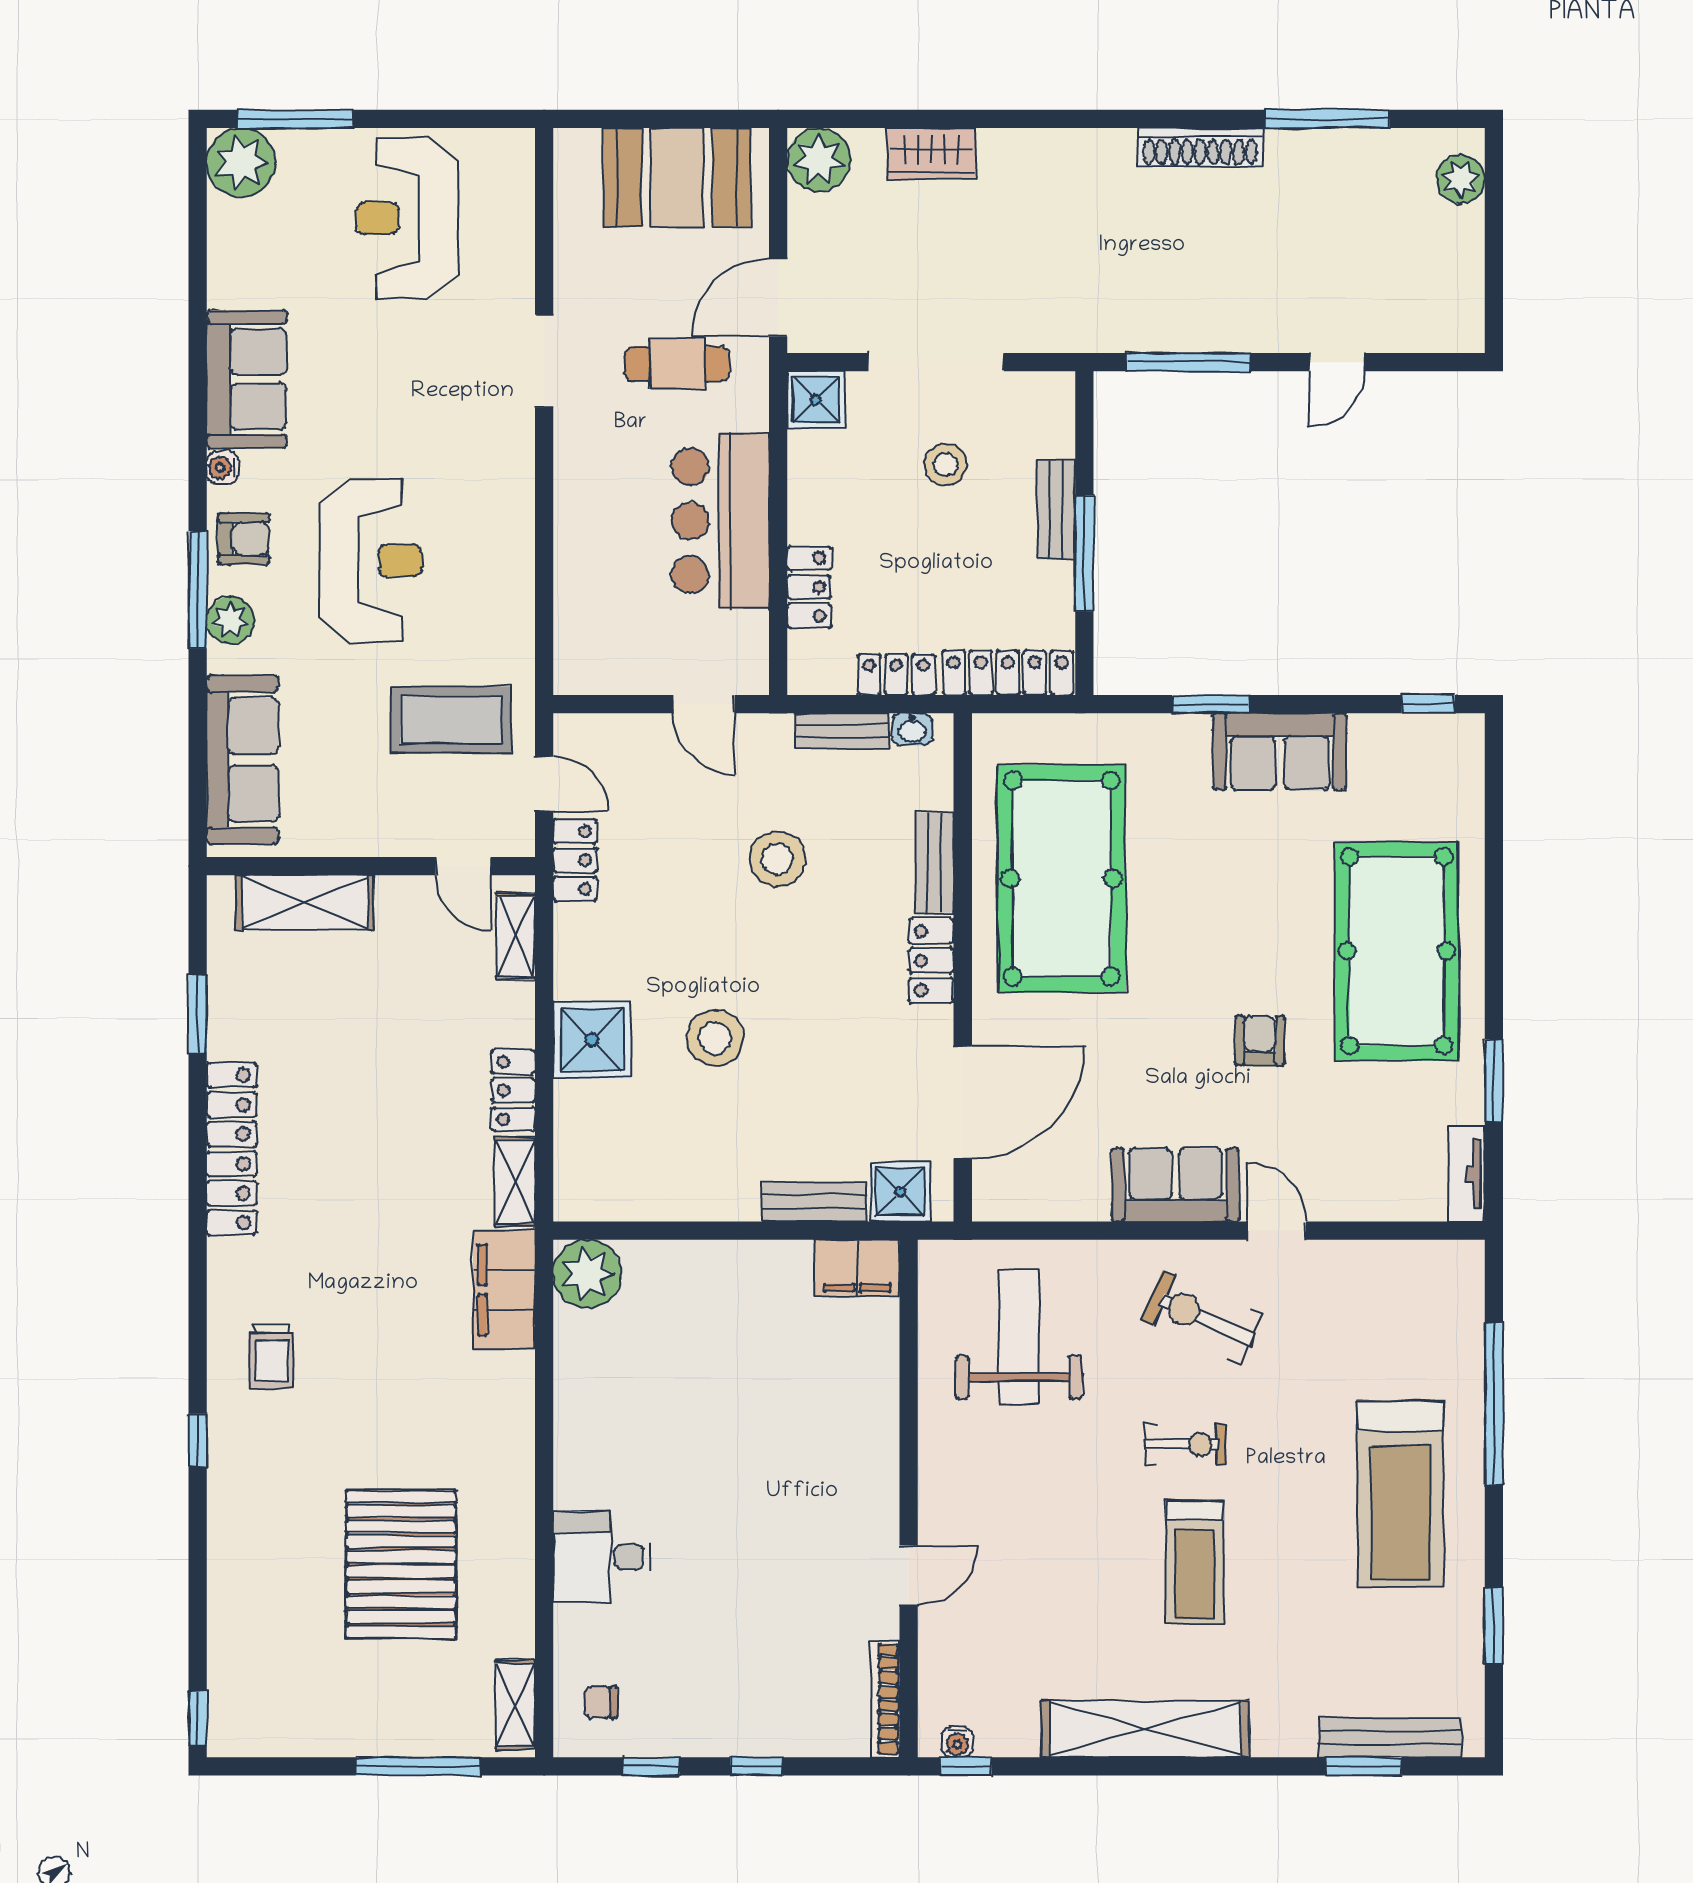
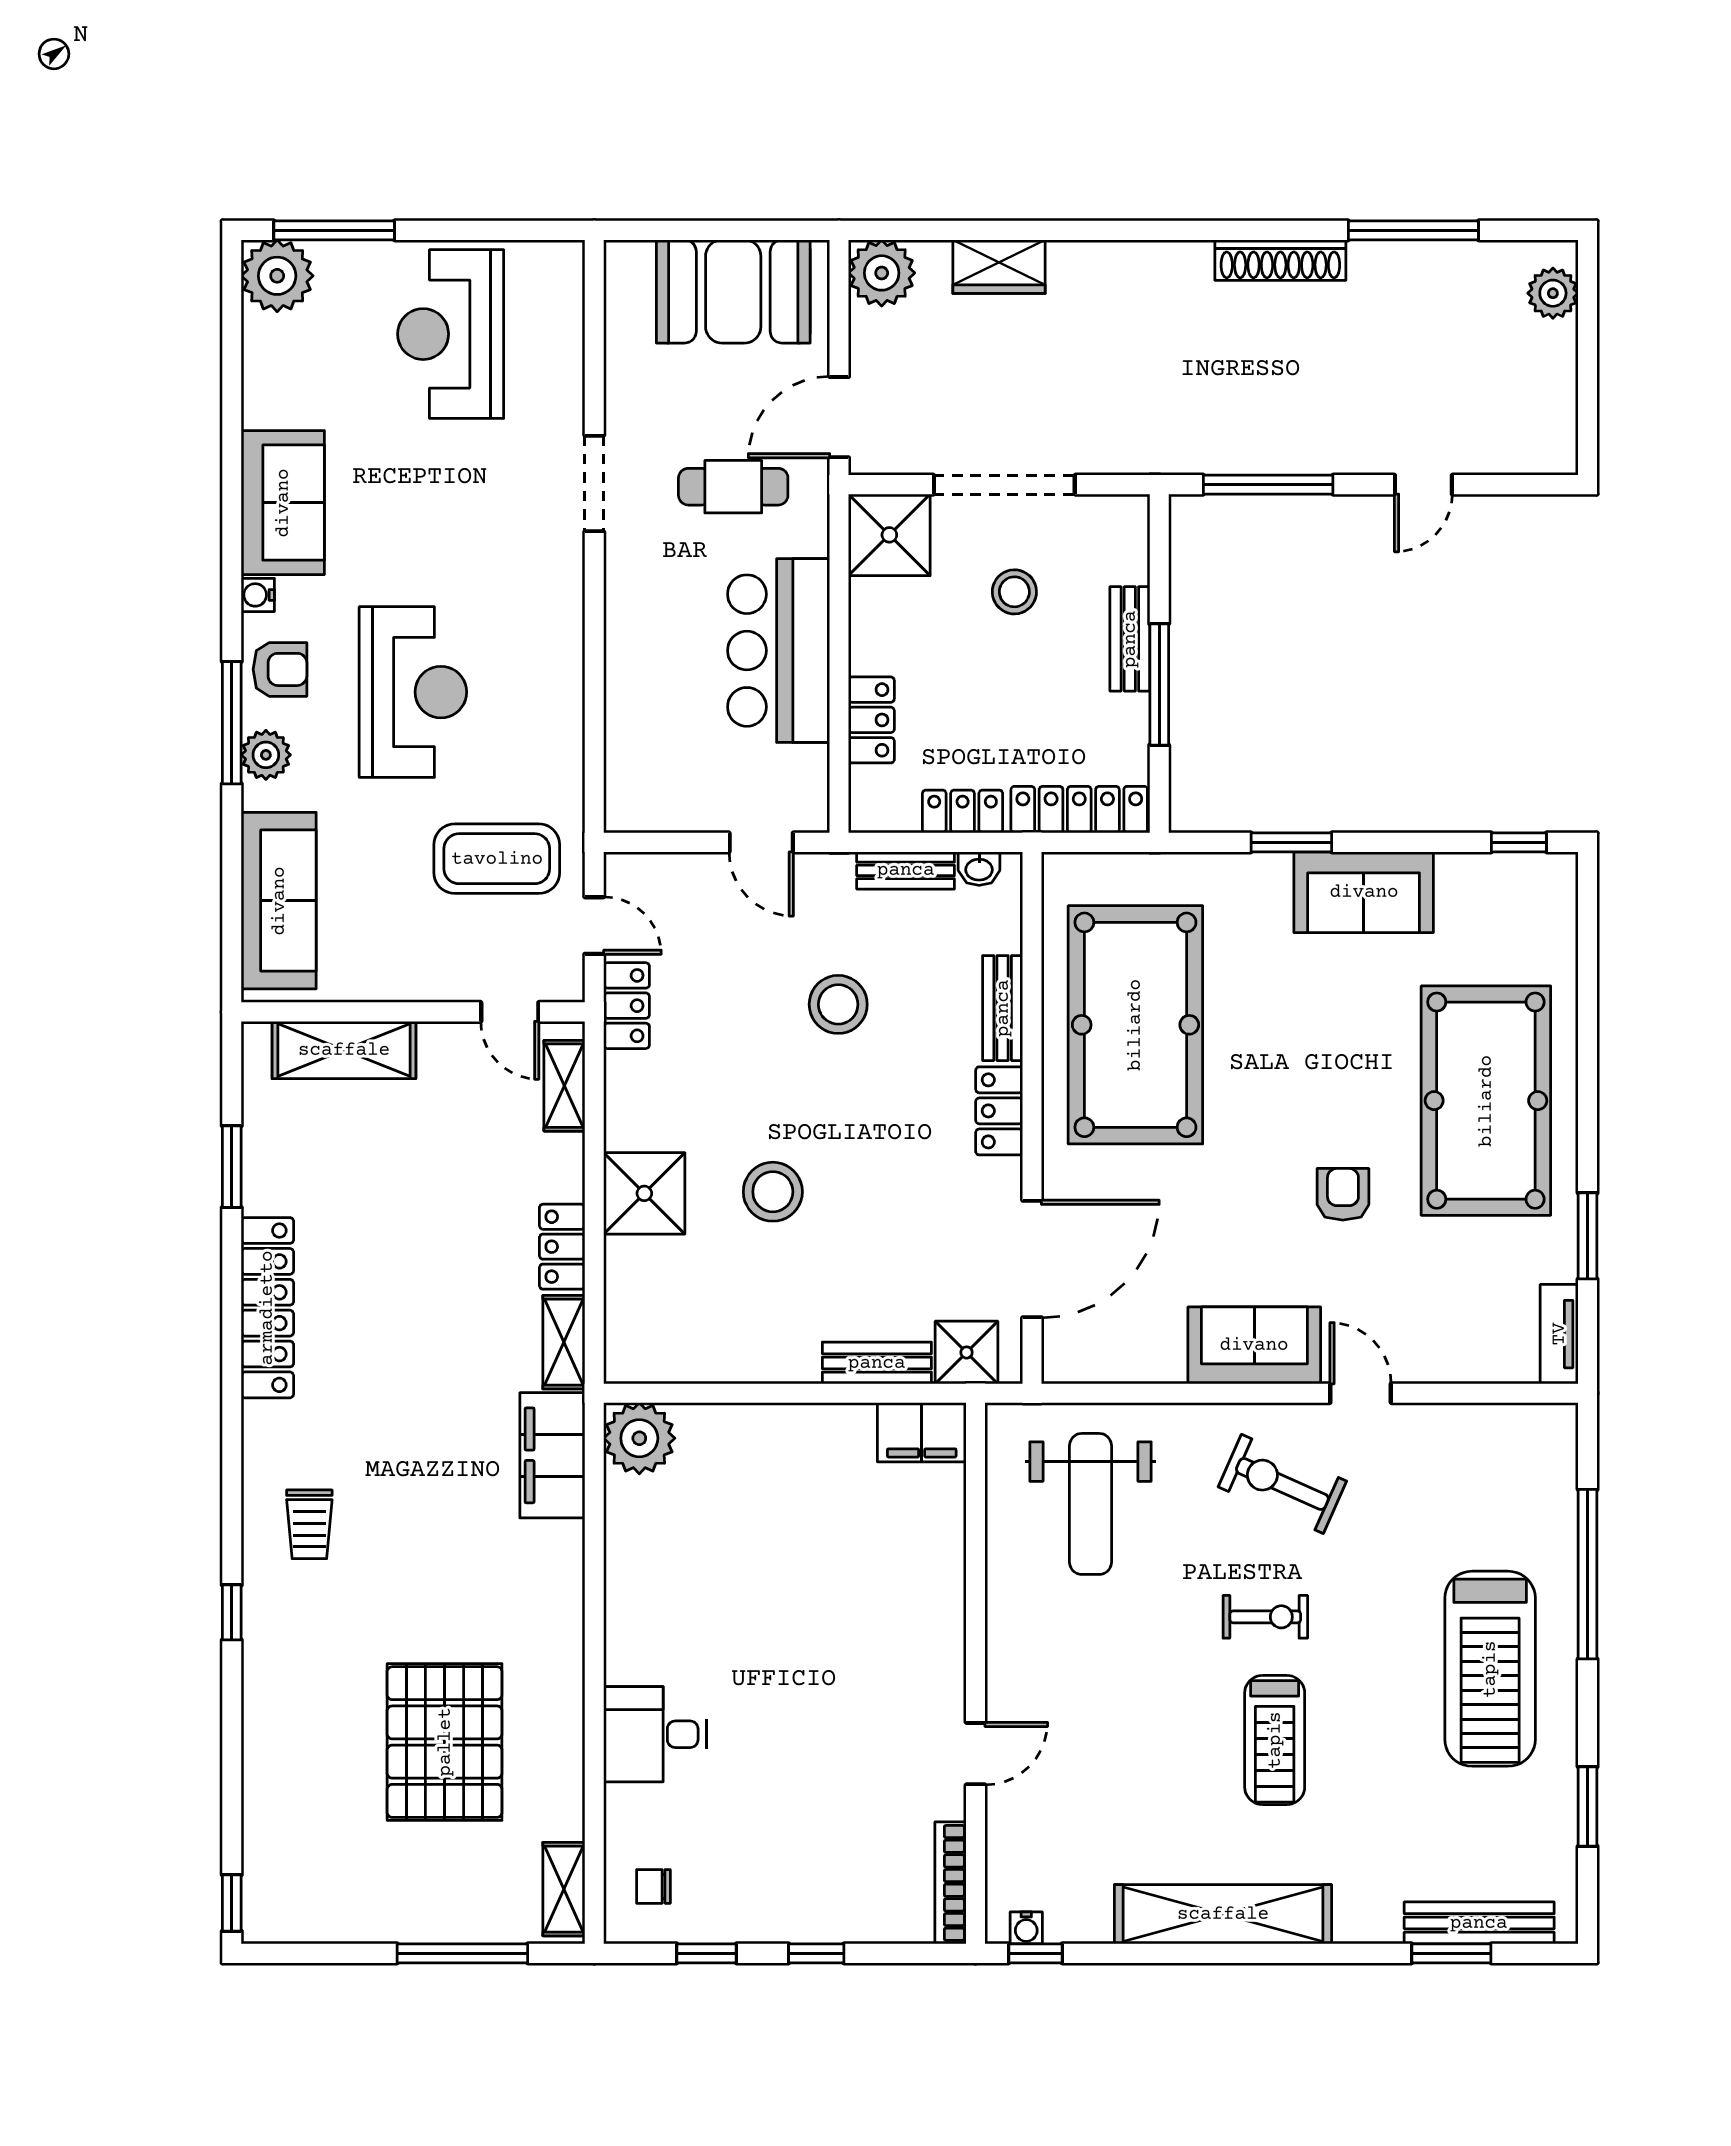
shower: (816, 400) -> (889, 535), width x1.36, depth x1.36
weight bench: (1019, 1337) -> (1091, 1504), turned 180

